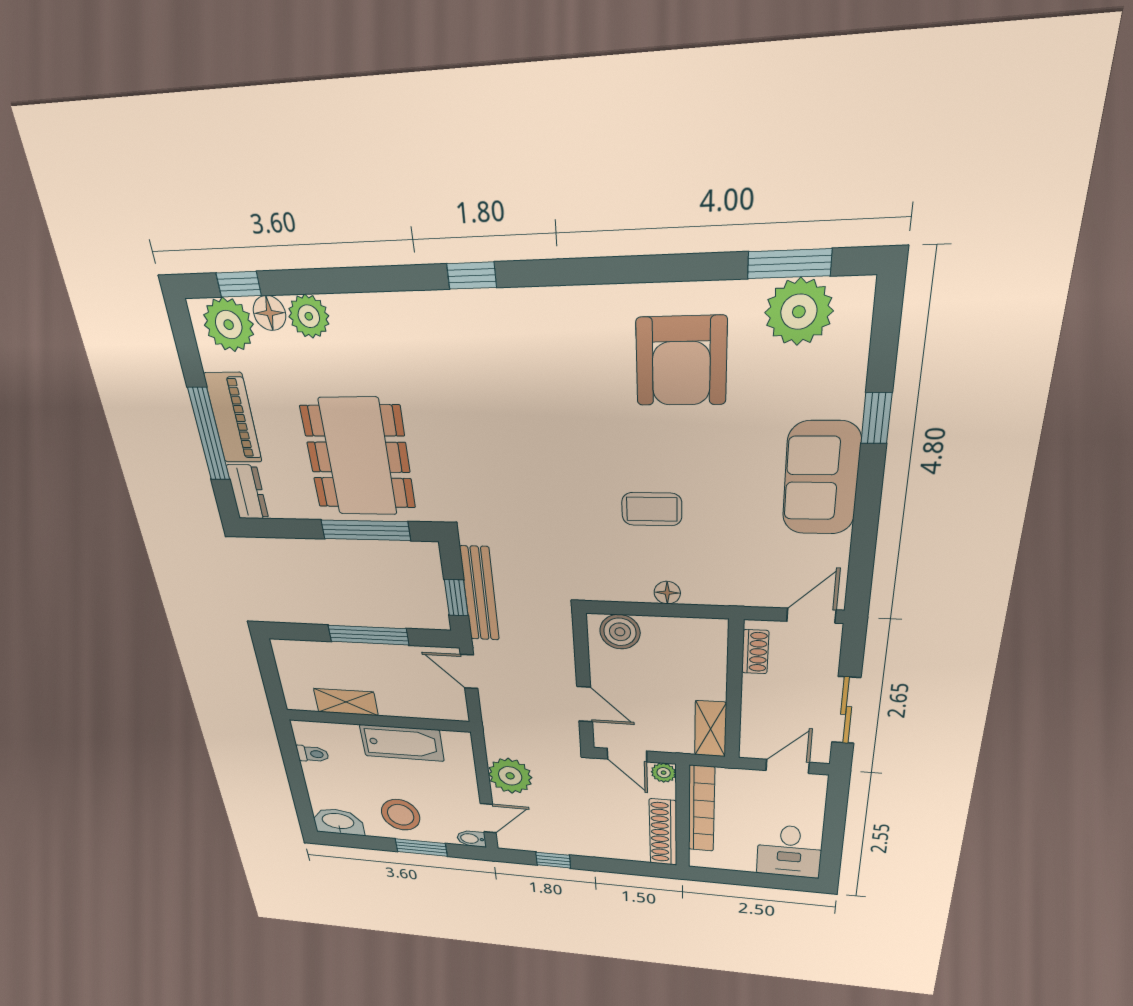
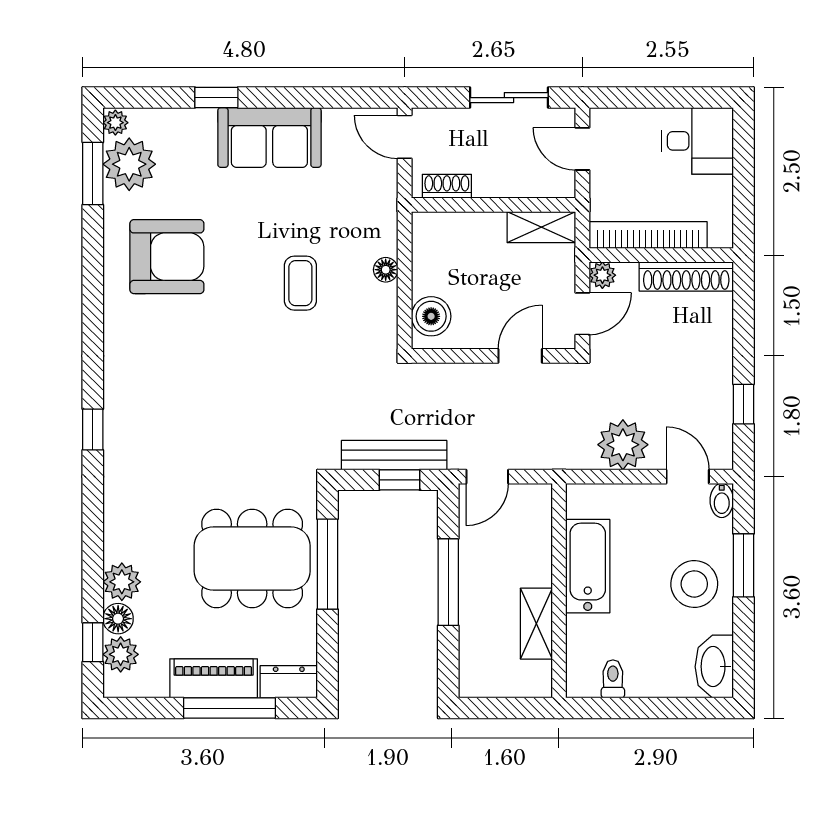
plant: (856, 292) -> (115, 123), added
plant: (229, 325) -> (121, 654), width x0.73, depth x0.73

